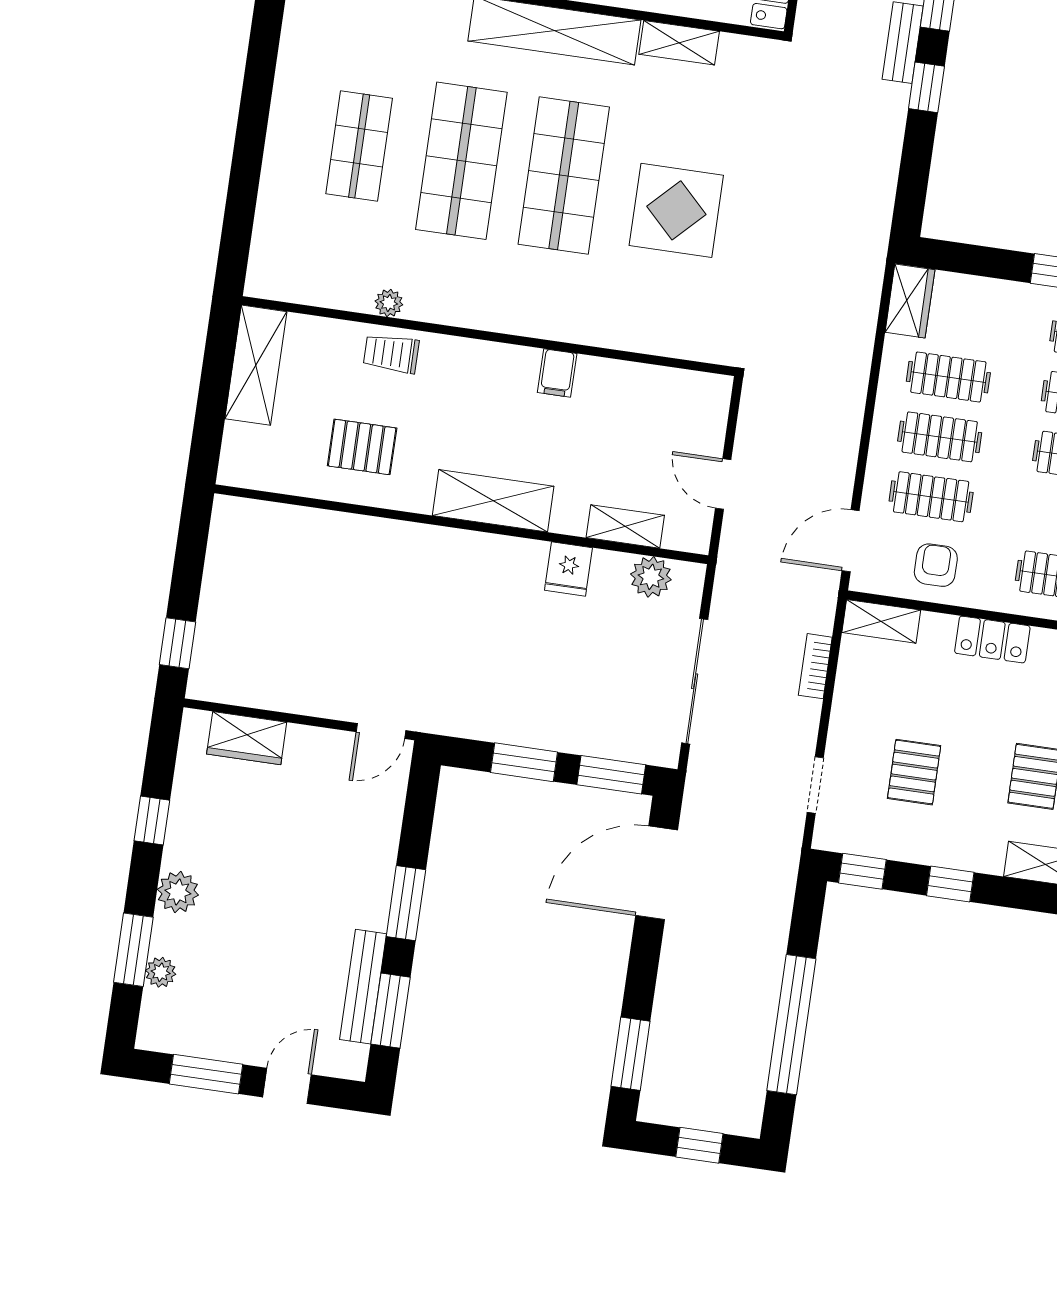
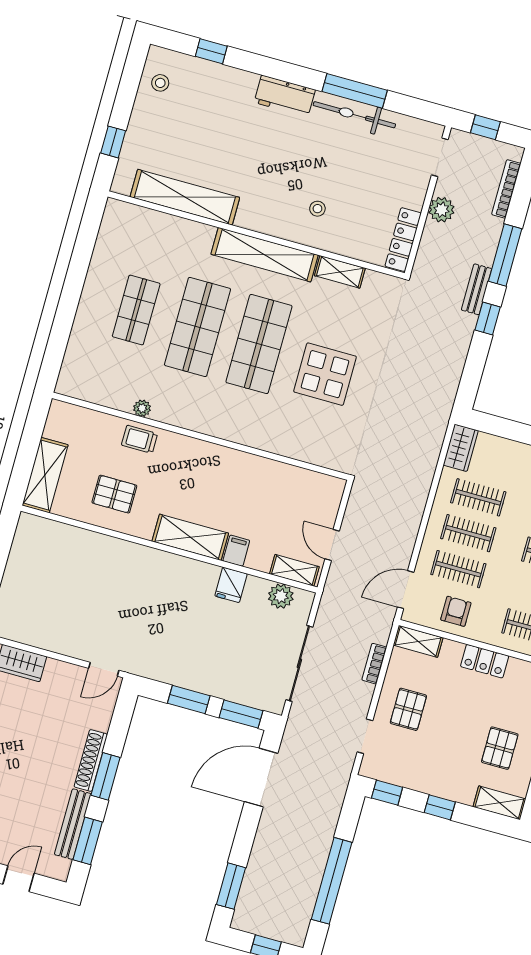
shelving: (256, 365) -> (45, 475), moved
filing cabinet: (557, 373) -> (236, 551), moved, turned 180
shelving: (625, 526) -> (294, 570), moved
pallet: (914, 772) -> (408, 709), moved
shoe rack: (379, 881) -> (91, 761), added

